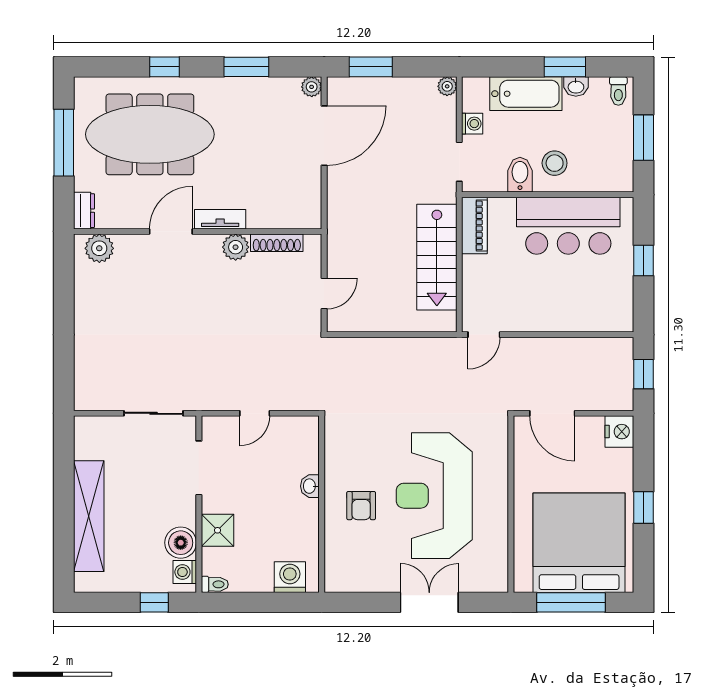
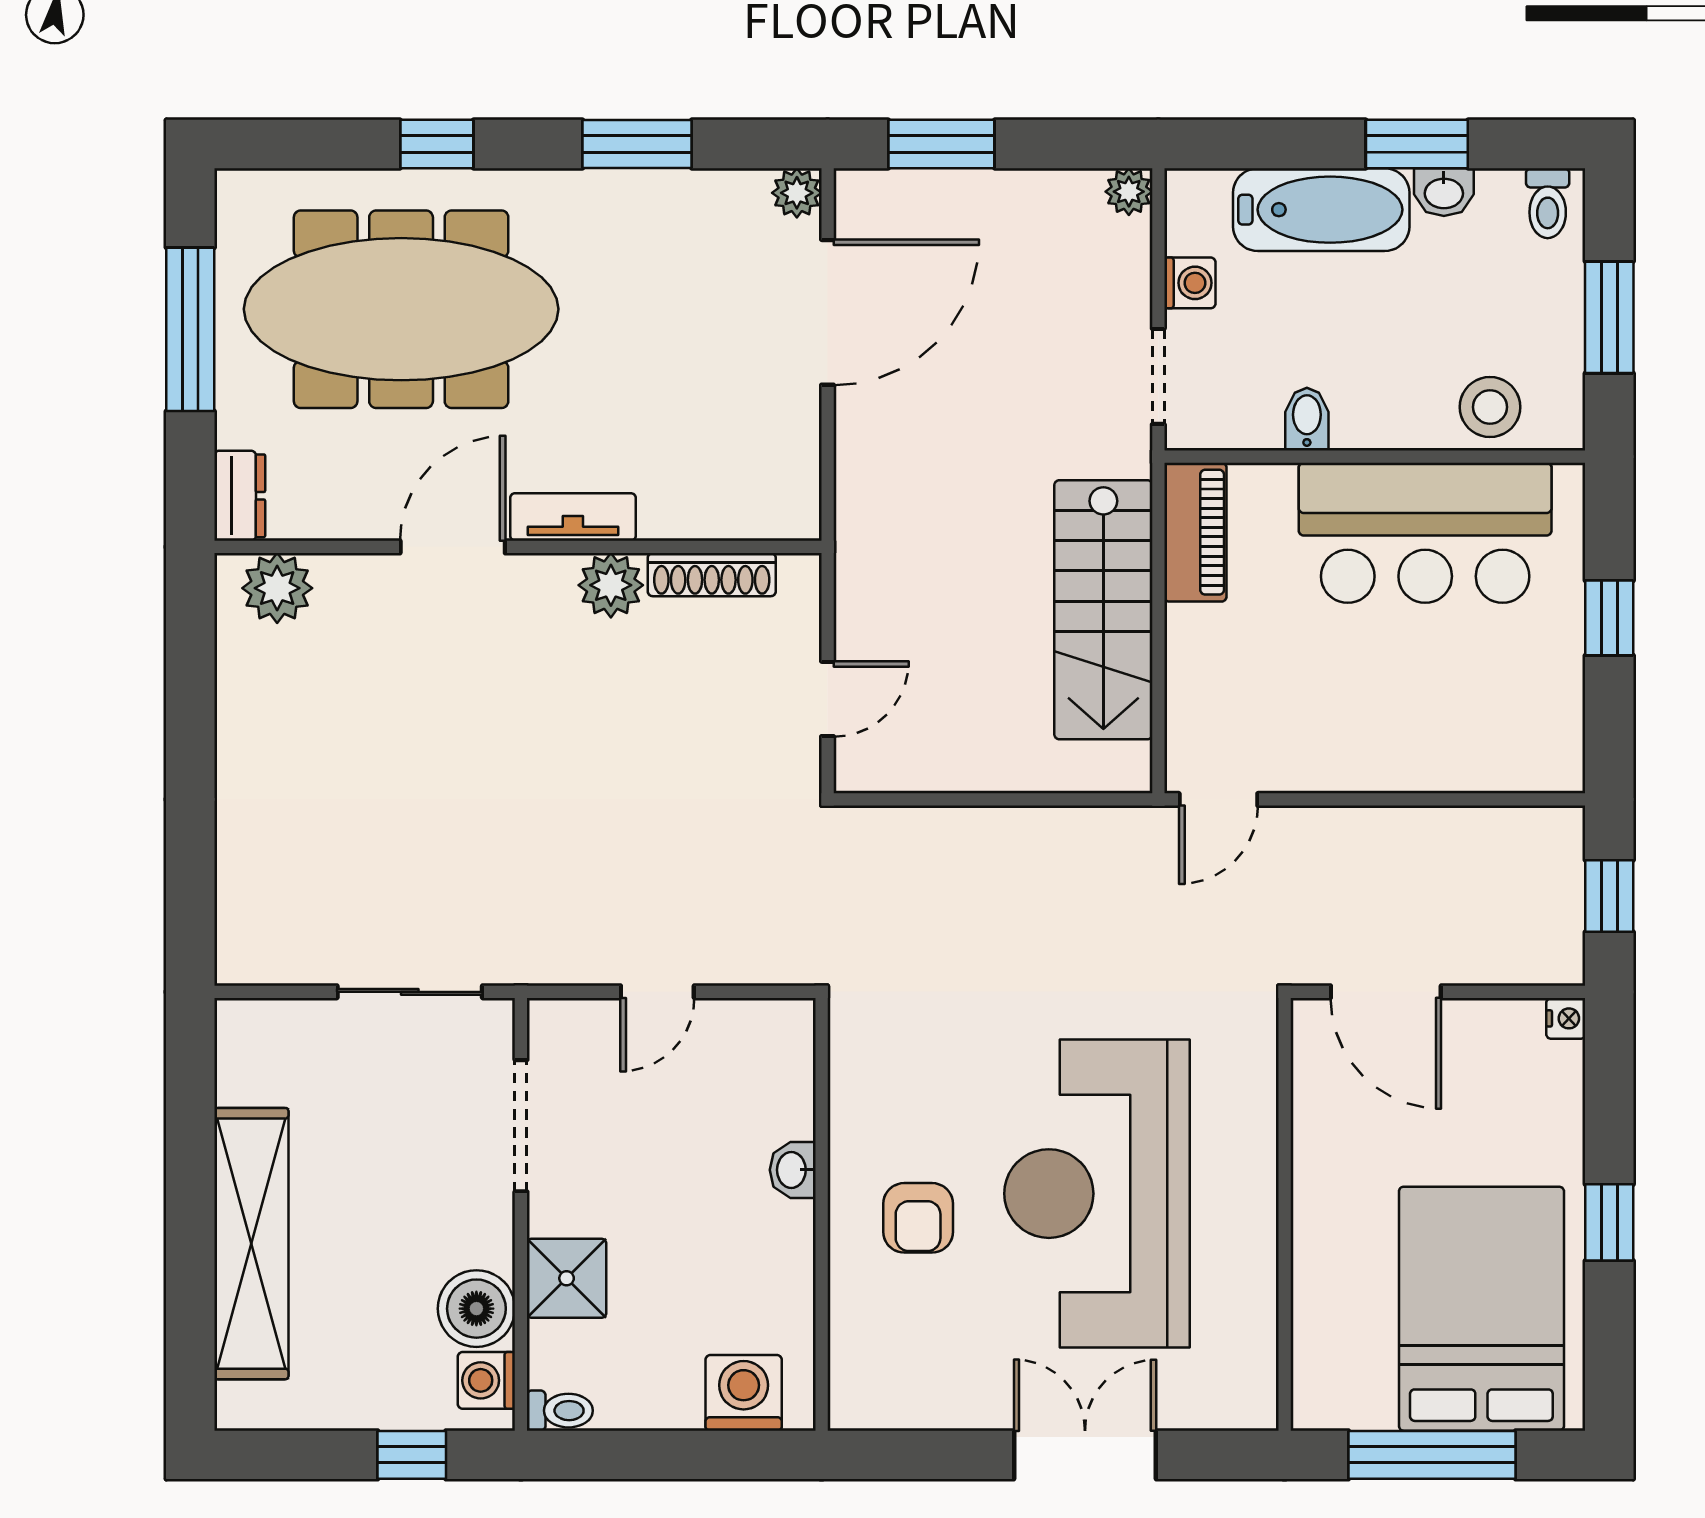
stool: (555, 163) -> (1490, 407), moved
bidet: (520, 175) -> (1307, 419), width x0.72, depth x0.74
nightstand: (619, 432) -> (1566, 1018), width x0.53, depth x0.56
bed: (579, 543) -> (1481, 1309), width x0.73

